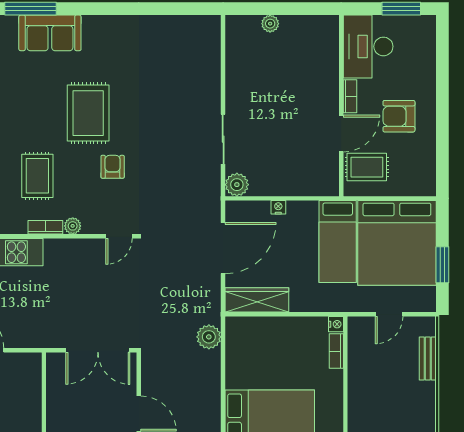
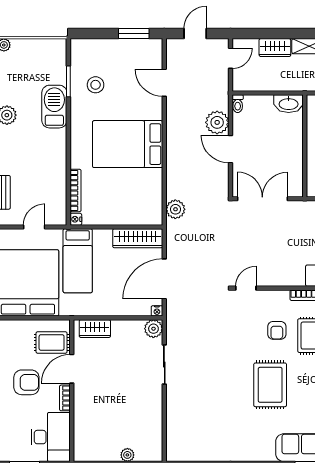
armchair: (113, 167) -> (277, 330), moved
wardrobe: (312, 185) -> (95, 329), added
nightstand: (278, 207) -> (157, 311), moved
plant: (73, 226) -> (282, 296), removed
bed: (338, 242) -> (78, 261), moved, turned 180
bookcase: (336, 351) -> (76, 190), width x1.56

